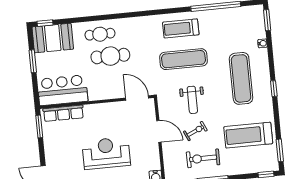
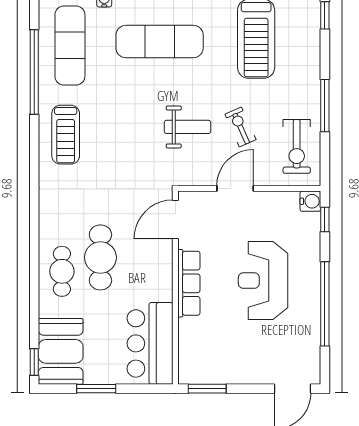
exercise mat: (184, 59) -> (70, 46), moved
row of seats: (63, 113) -> (189, 283), moved
exercise bike: (203, 158) -> (297, 146), moved

